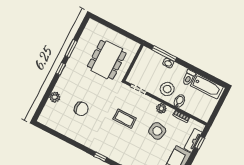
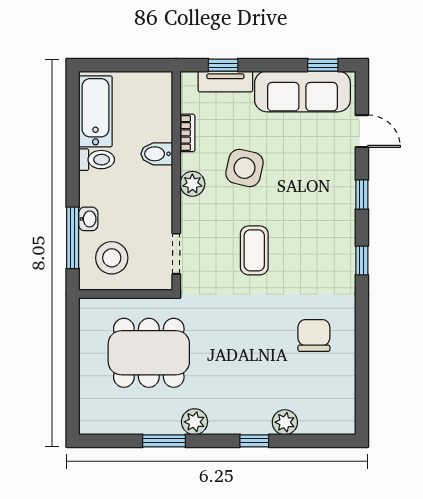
plant: (72, 64) -> (194, 422), added
window: (61, 69) -> (254, 441), moved
stool: (167, 89) -> (112, 258), moved
chair: (81, 109) -> (314, 335), moved

